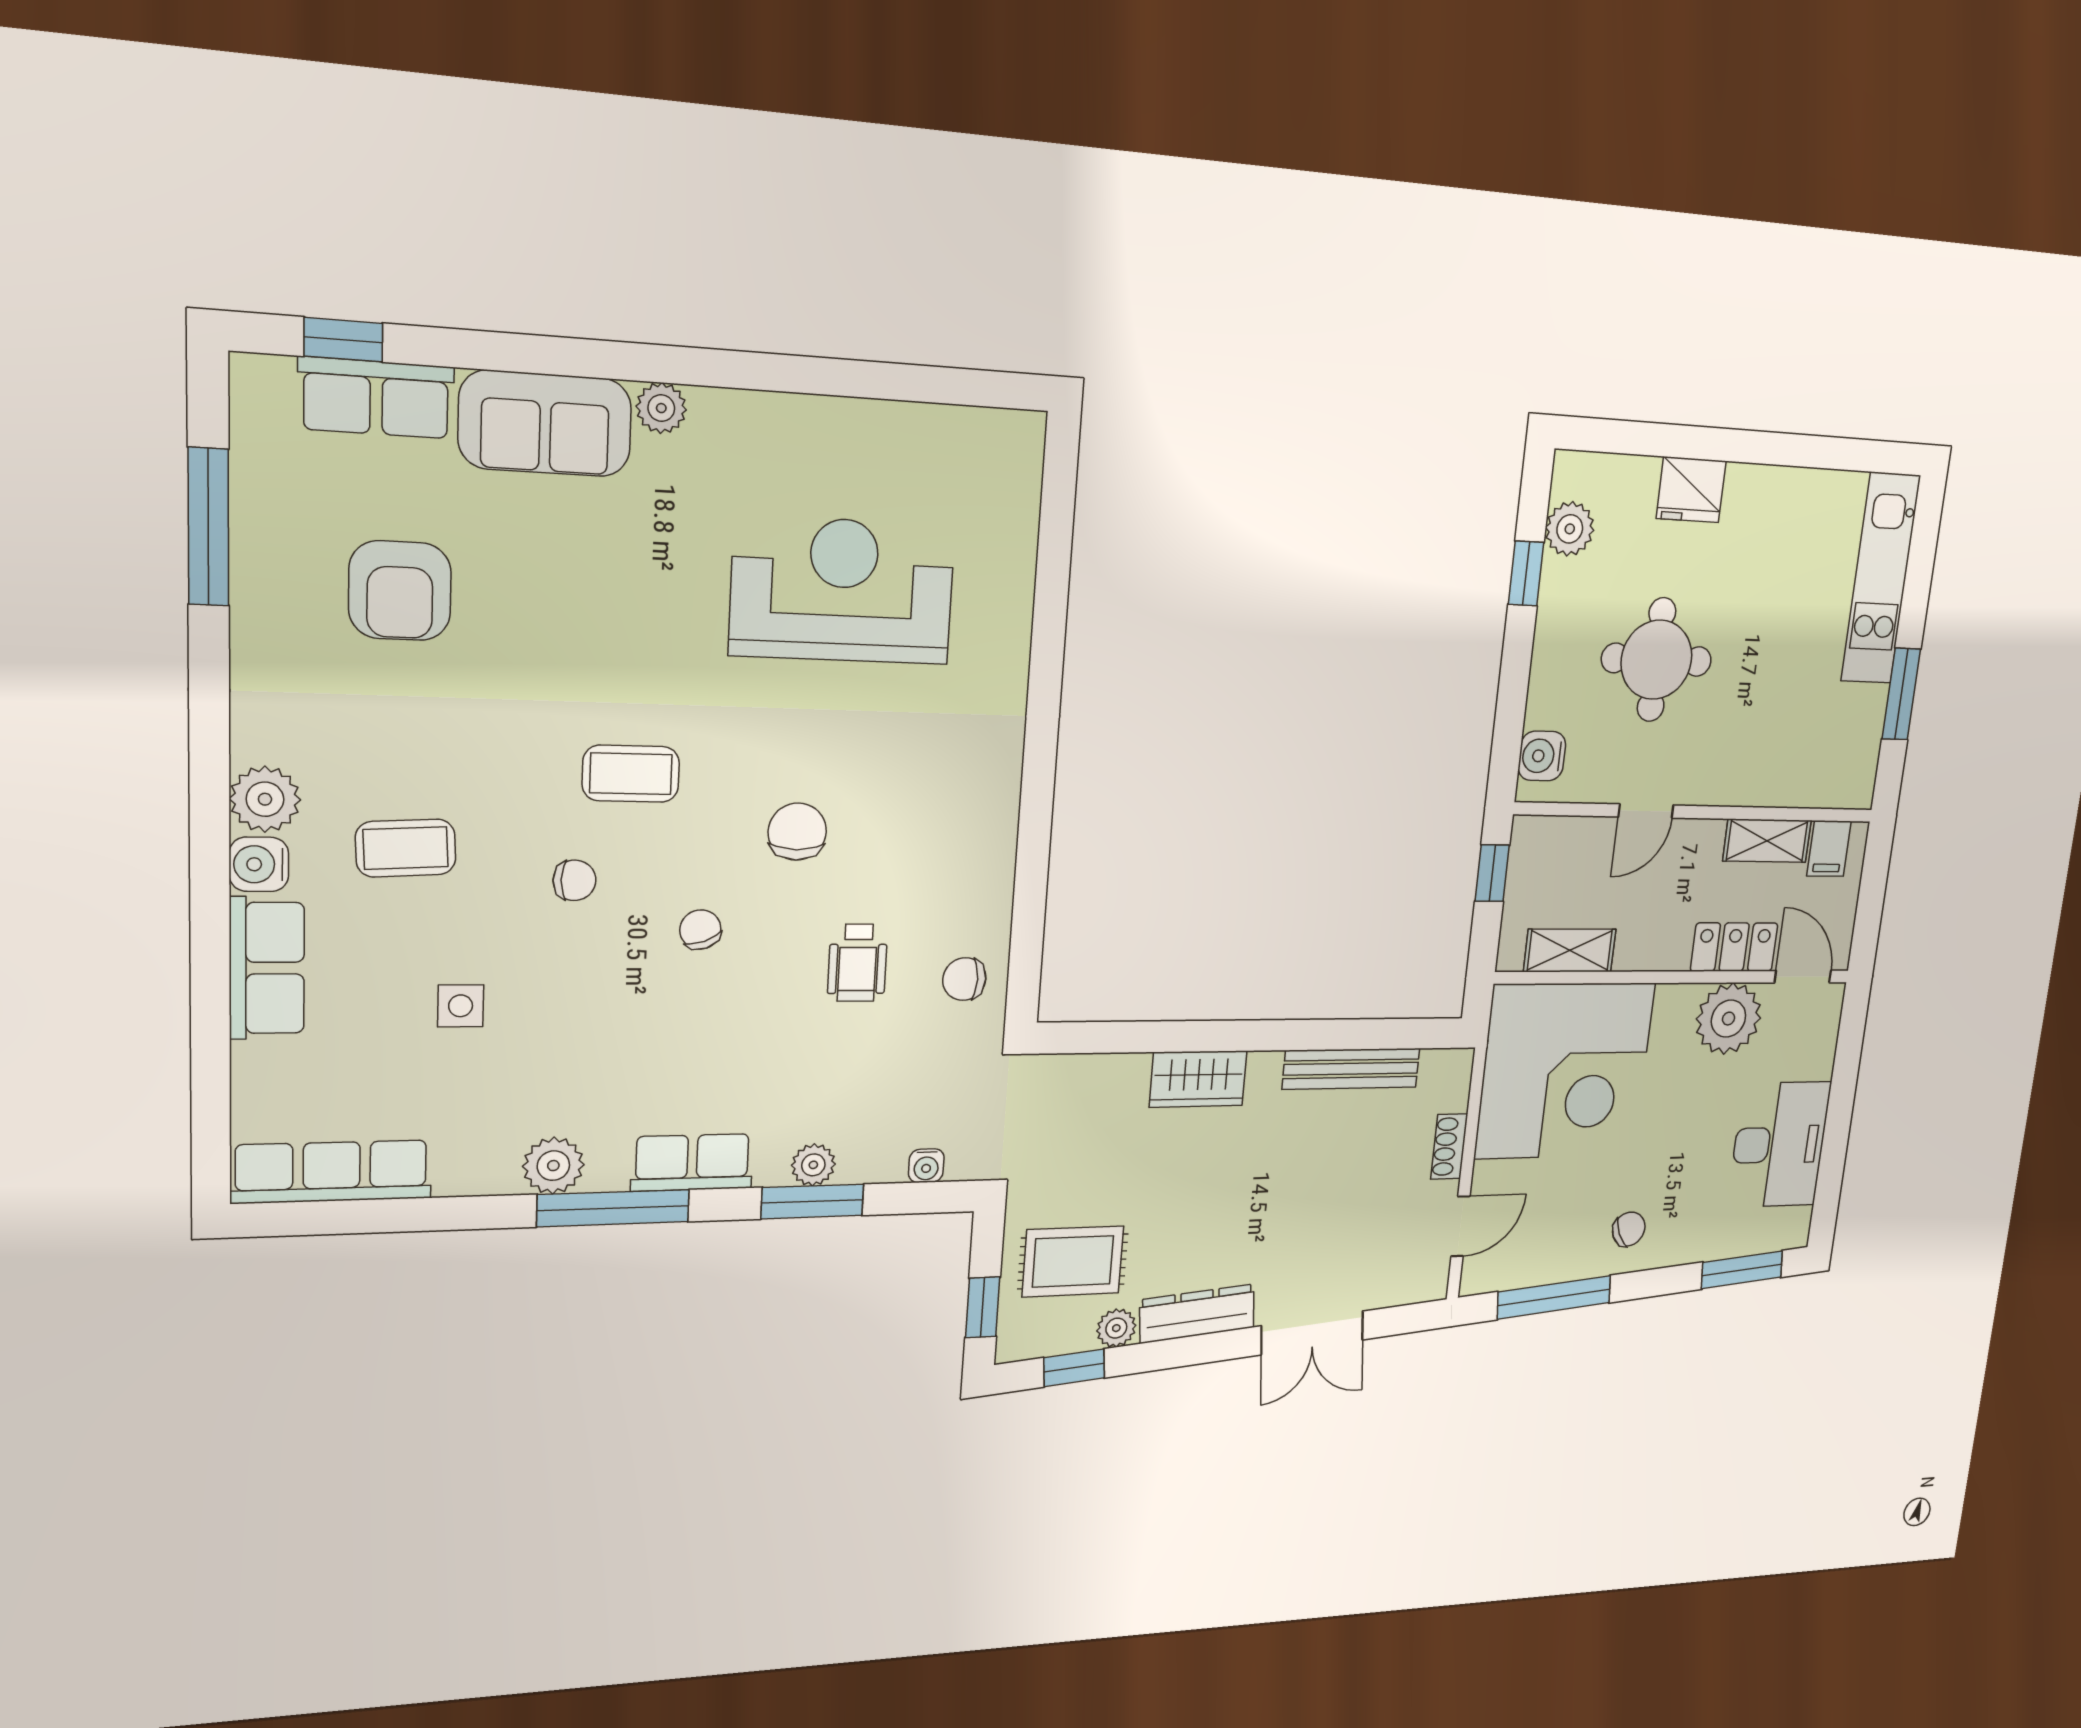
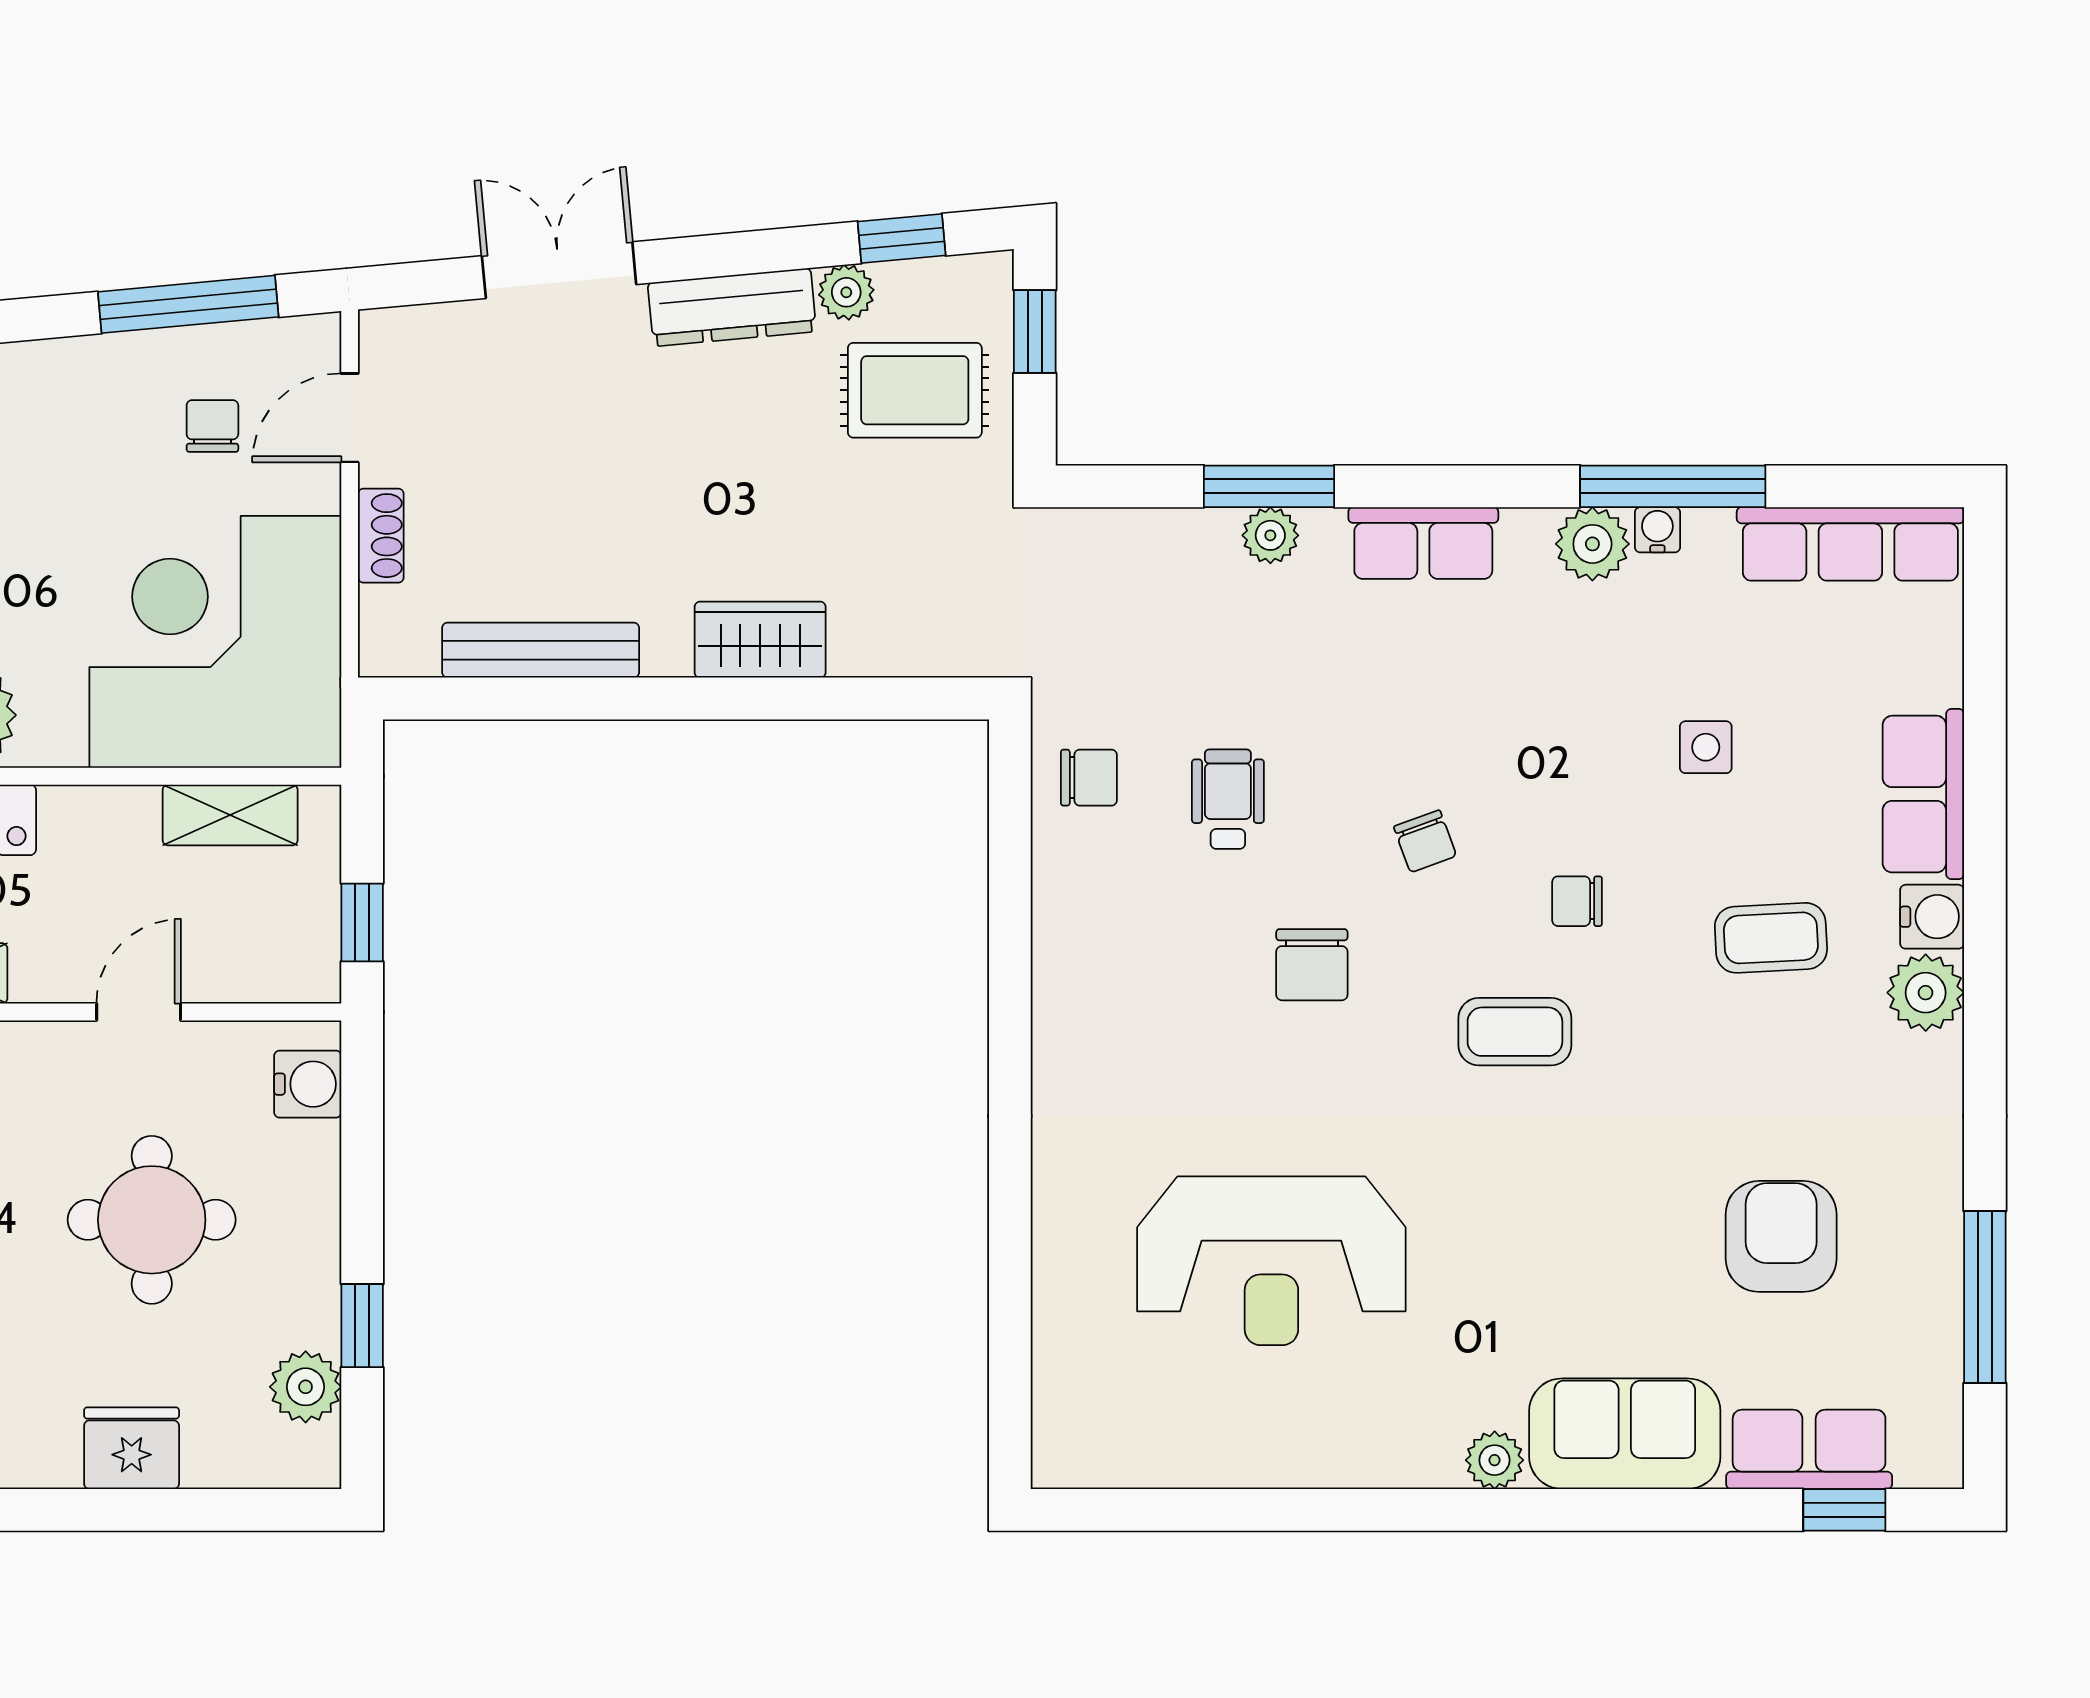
water cooler: (926, 1166) -> (1657, 530), moved
window: (613, 1208) -> (1673, 486), moved
chair: (1629, 1229) -> (212, 426), moved, turned 115

